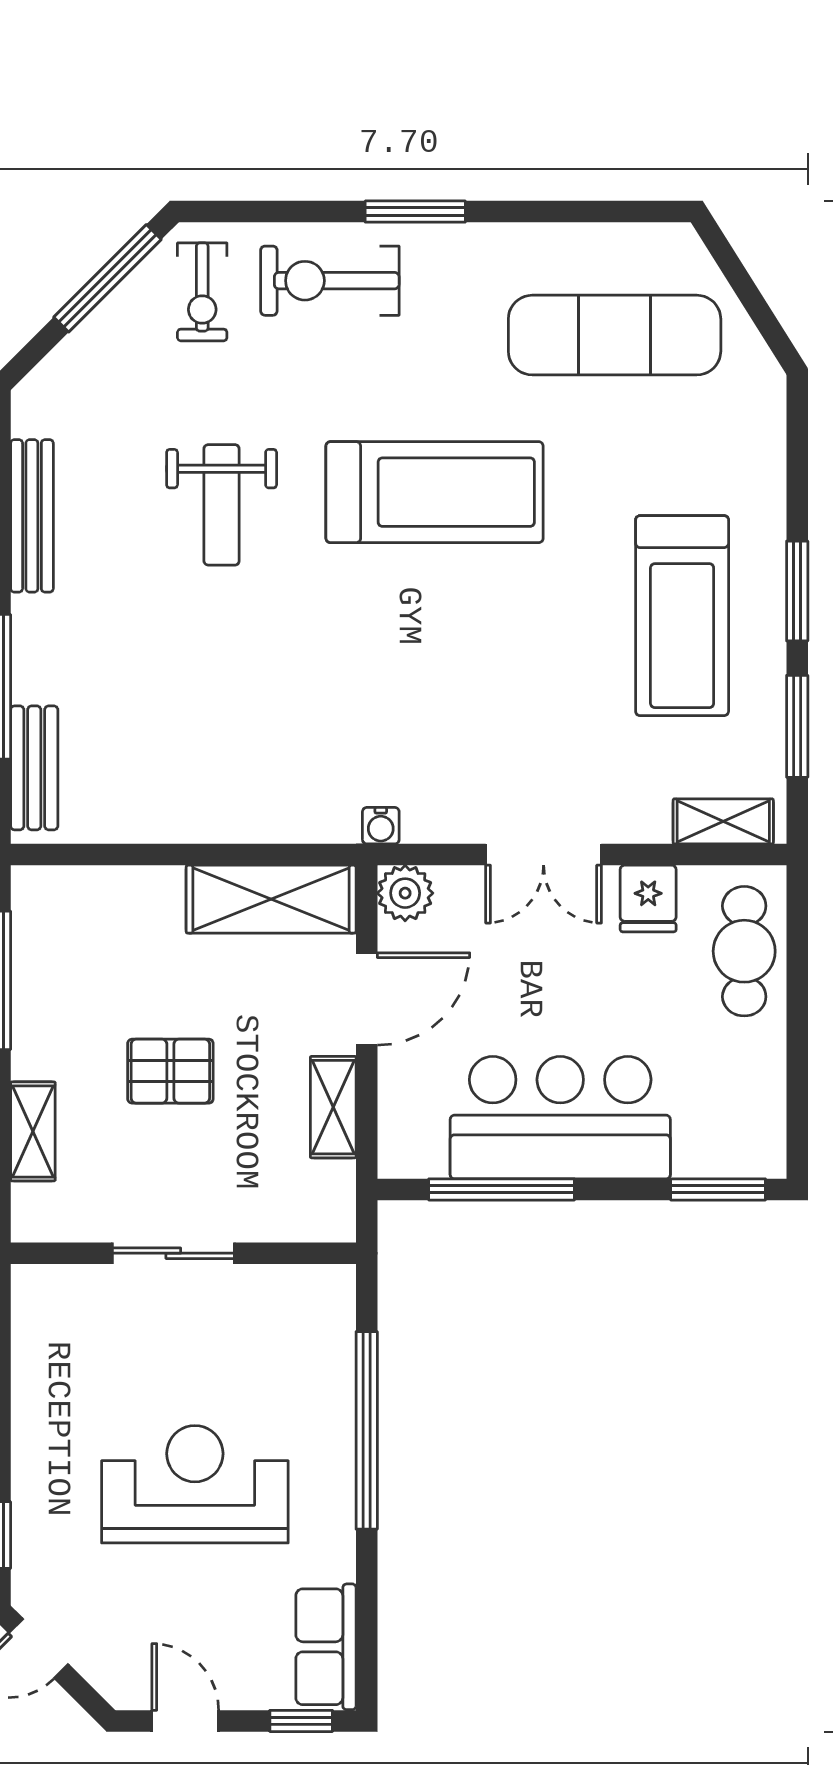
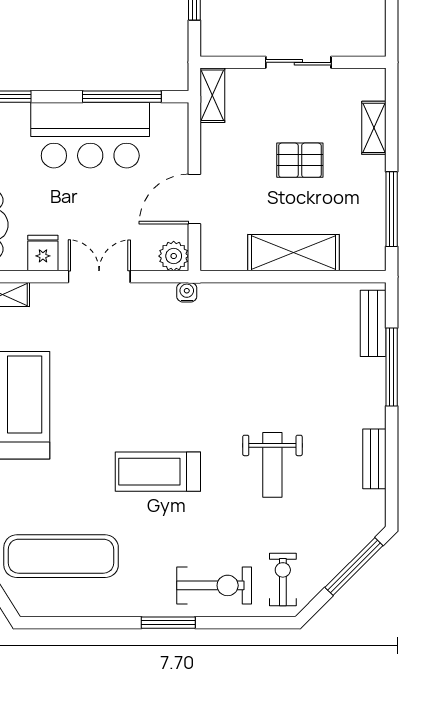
window: (107, 278) -> (354, 566), moved
treadmill: (435, 492) -> (158, 472), width x0.73, depth x0.73
weight bench: (222, 505) -> (272, 465), turned 180
bench: (32, 516) -> (374, 459), width x0.73
shelving: (271, 899) -> (293, 253), moved
shelving: (333, 1107) -> (212, 95), moved

